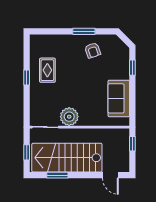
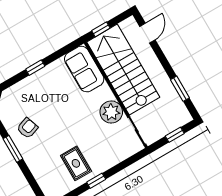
window: (132, 68) -> (35, 68), moved
rug: (47, 70) -> (76, 163), turned 90
sofa: (119, 98) -> (84, 69), moved, turned 90
stairs: (67, 158) -> (123, 70), moved, turned 180

